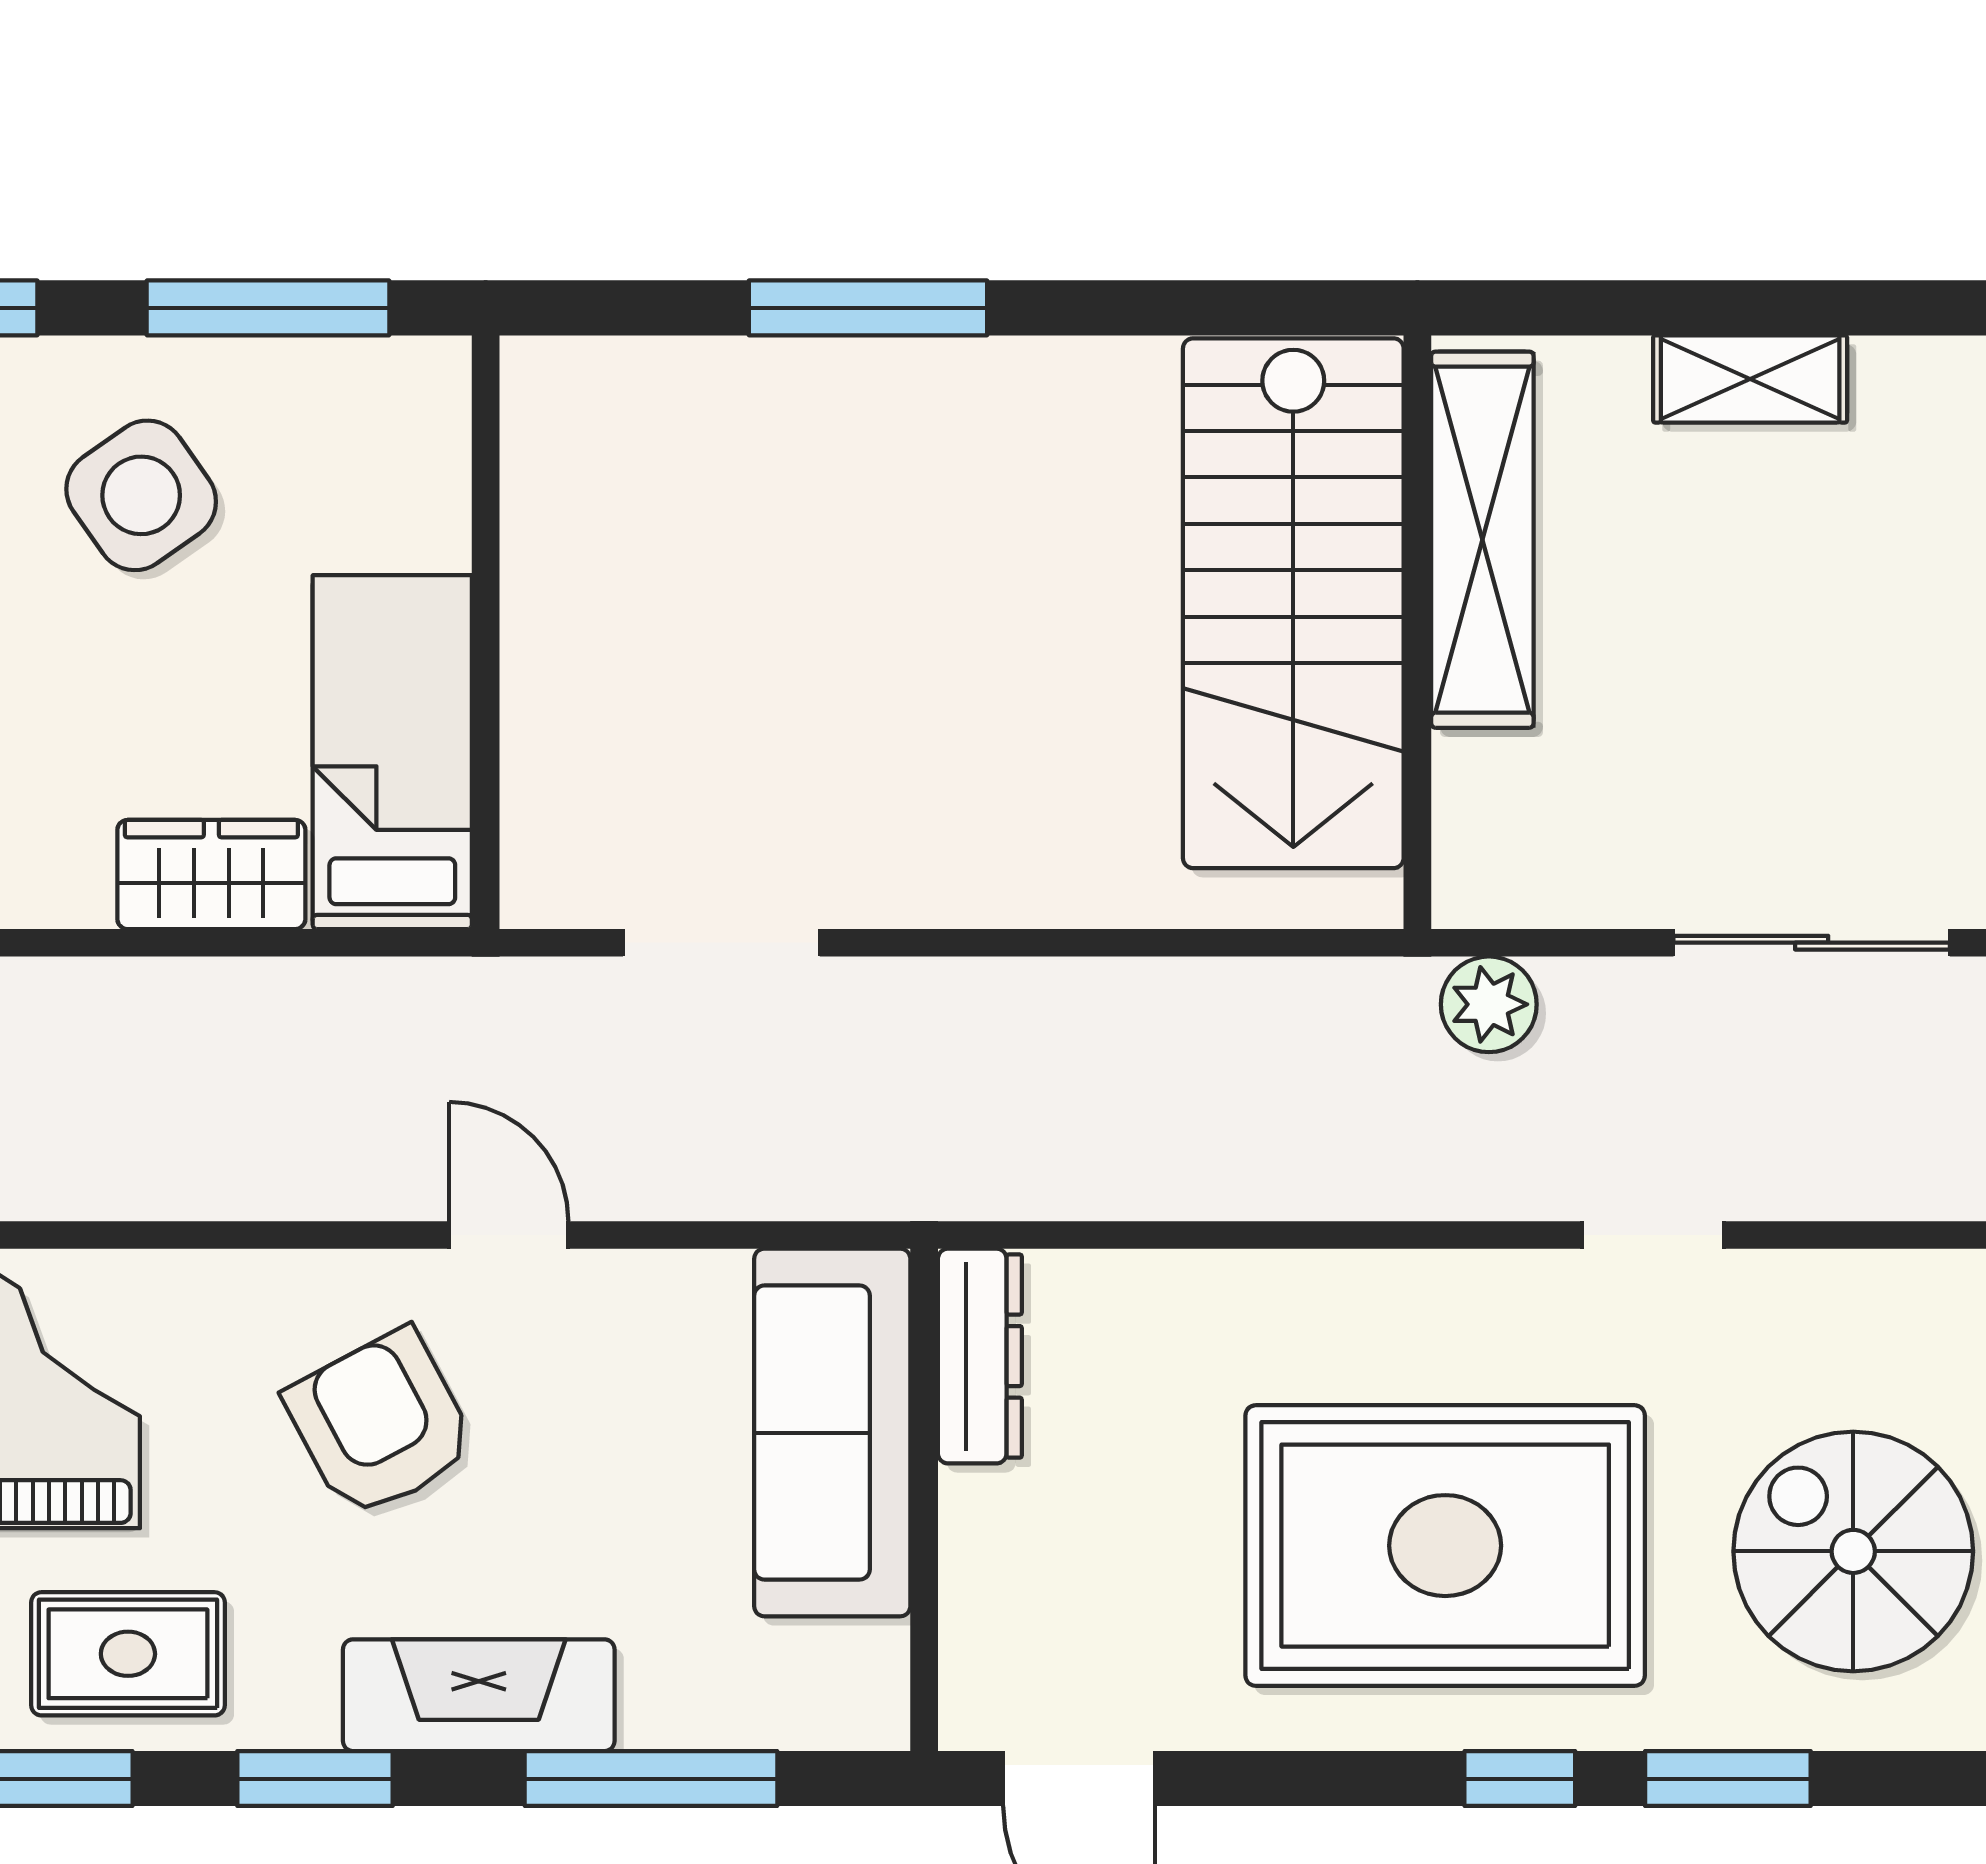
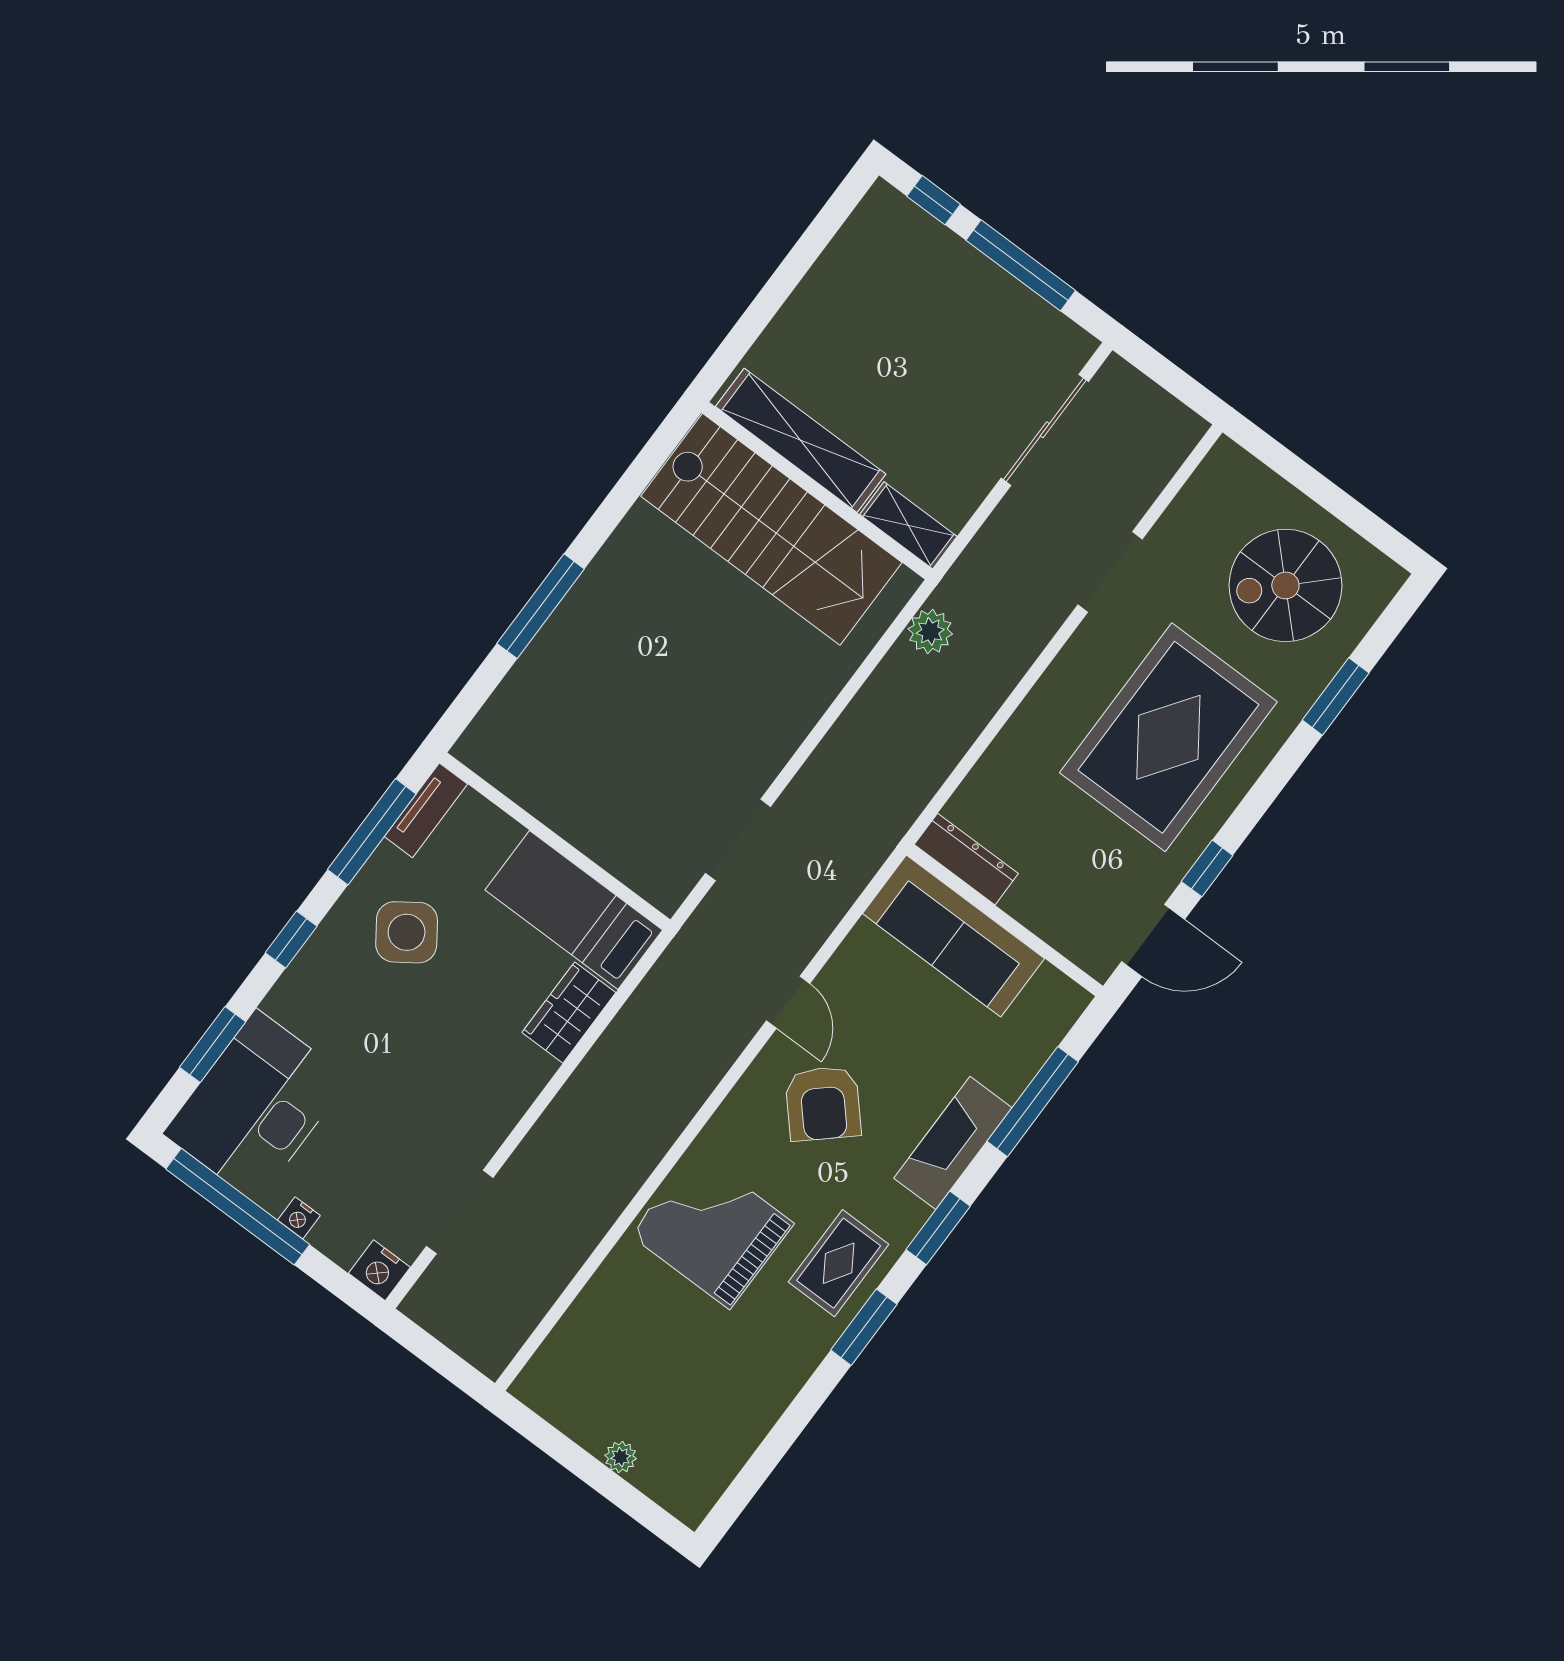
tv unit: (374, 373) -> (426, 810), added
shelving: (1750, 379) -> (908, 525), moved, turned 90
plant: (1489, 1004) -> (930, 631), moved
door: (509, 1235) -> (788, 1002), swing flipped
doorway: (1653, 1235) -> (1110, 572), width x1.38
armchair: (380, 1424) -> (823, 1103), turned -104
window: (1520, 1779) -> (1207, 868), moved

